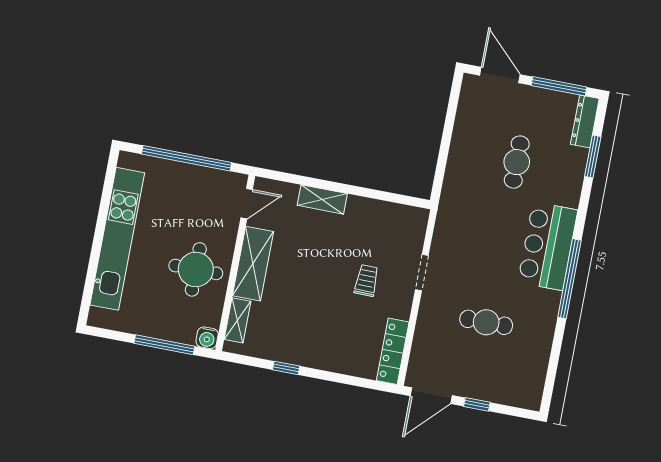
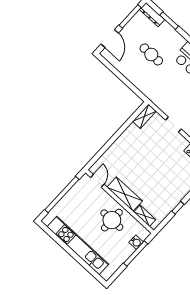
door: (500, 75) -> (110, 39), swing flipped
shelving: (322, 199) -> (144, 116), moved
trolley: (366, 281) -> (162, 150), removed
water cooler: (207, 338) -> (136, 242), moved

